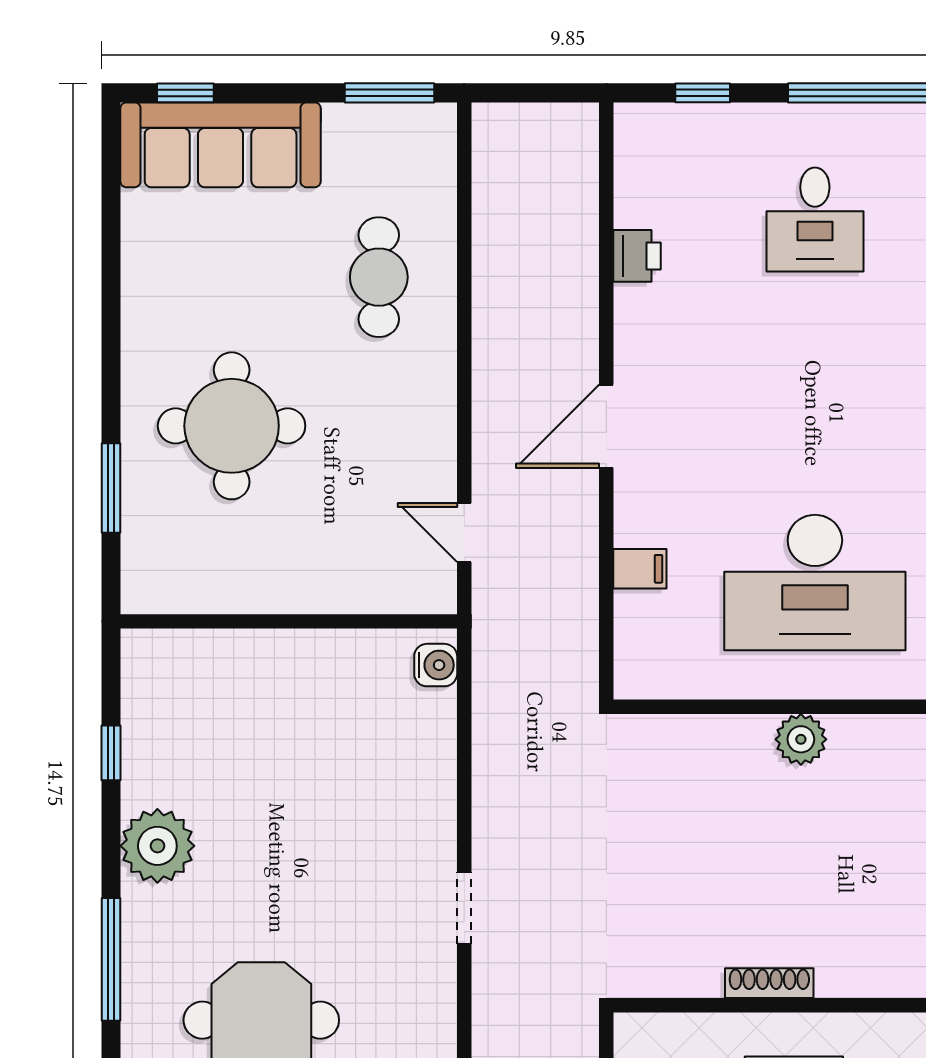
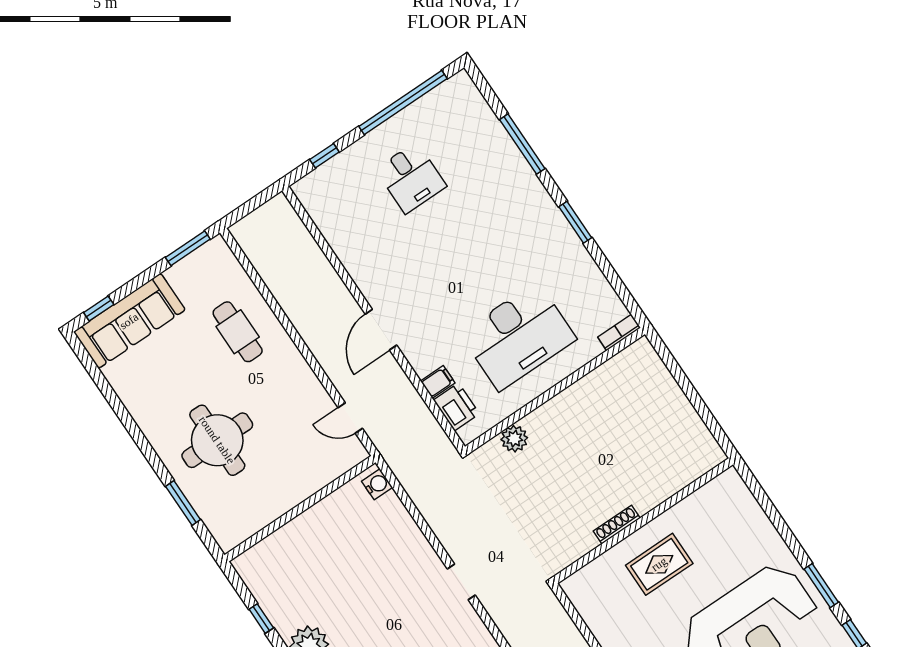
printer: (637, 256) -> (456, 407), moved, width x1.36, depth x1.24
plant: (801, 739) -> (514, 439), moved

